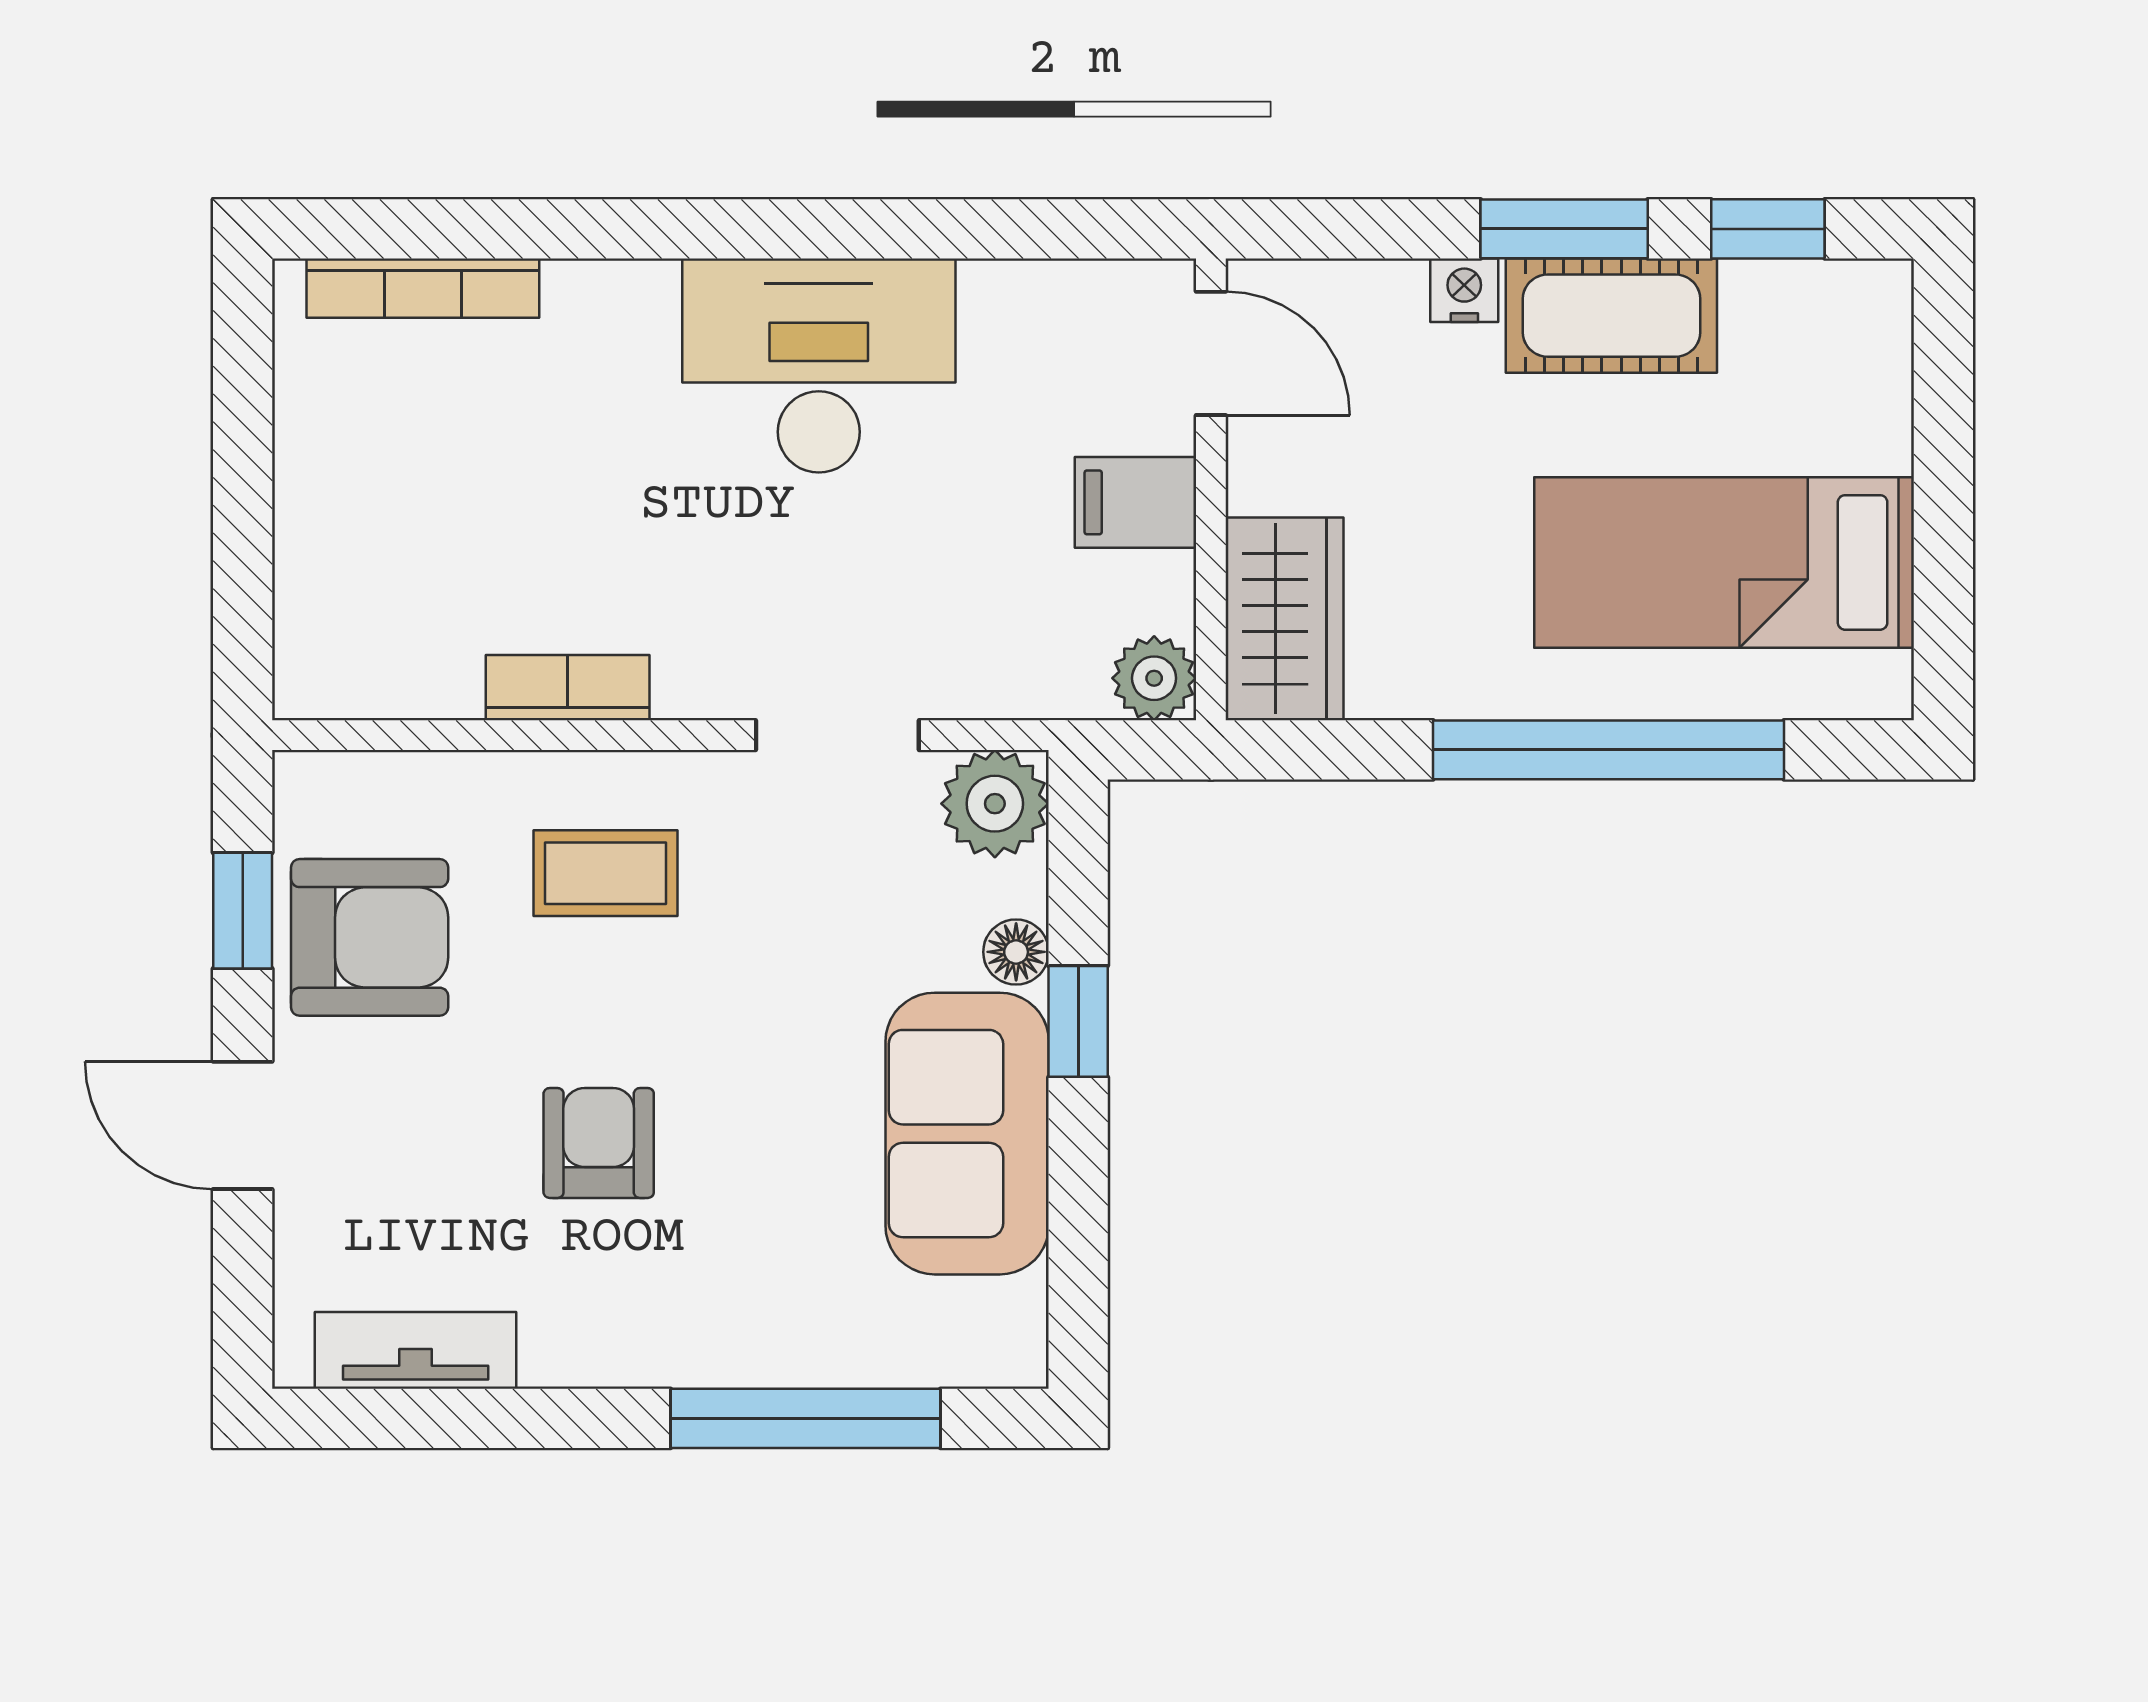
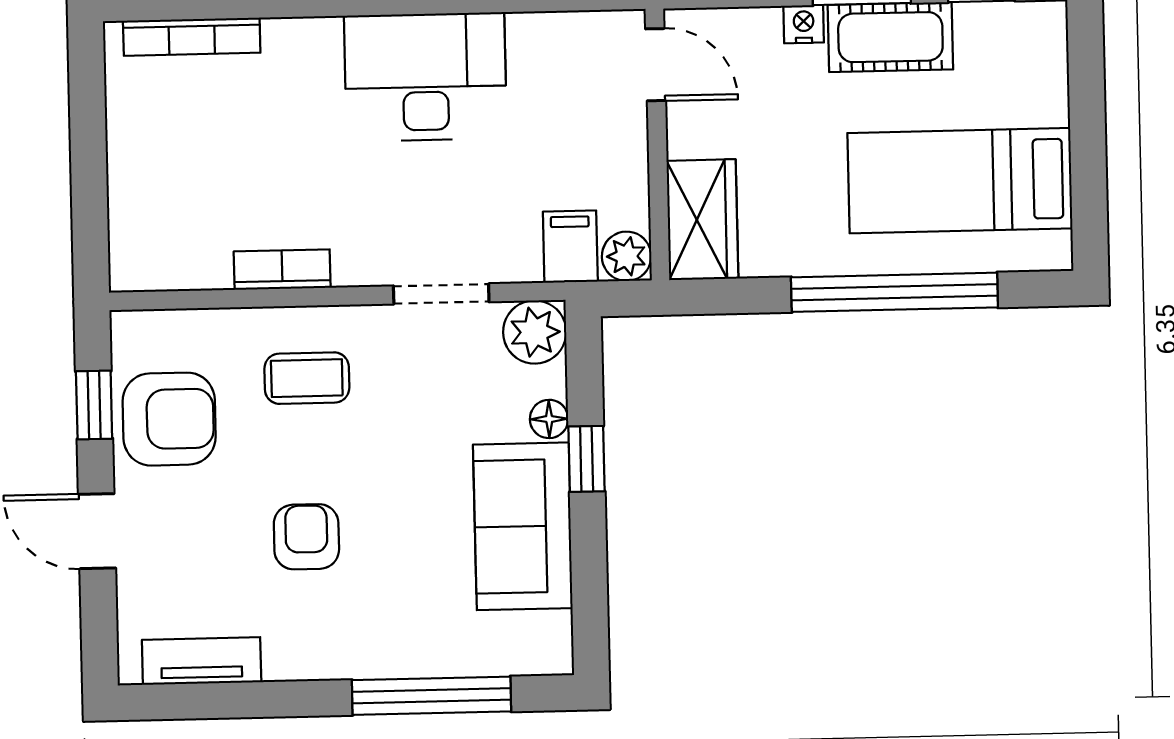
filing cabinet: (1136, 502) -> (570, 247), moved, turned 90

